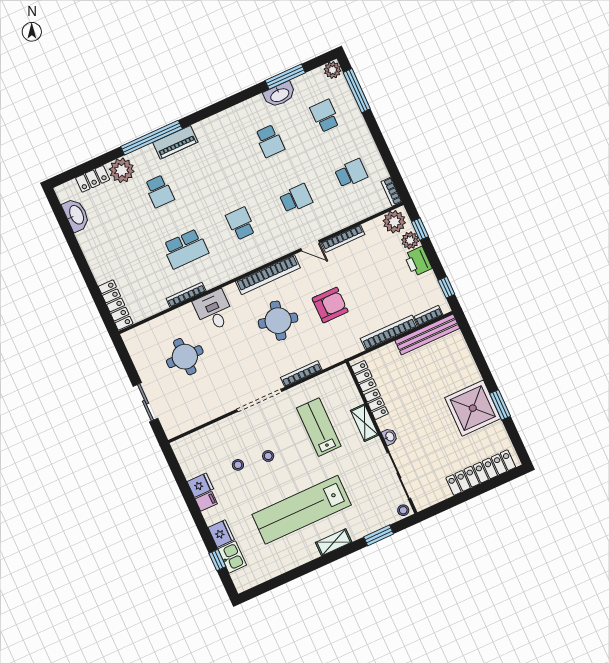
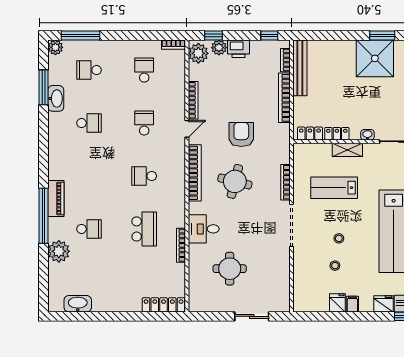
locker: (93, 179) -> (55, 278), removed

